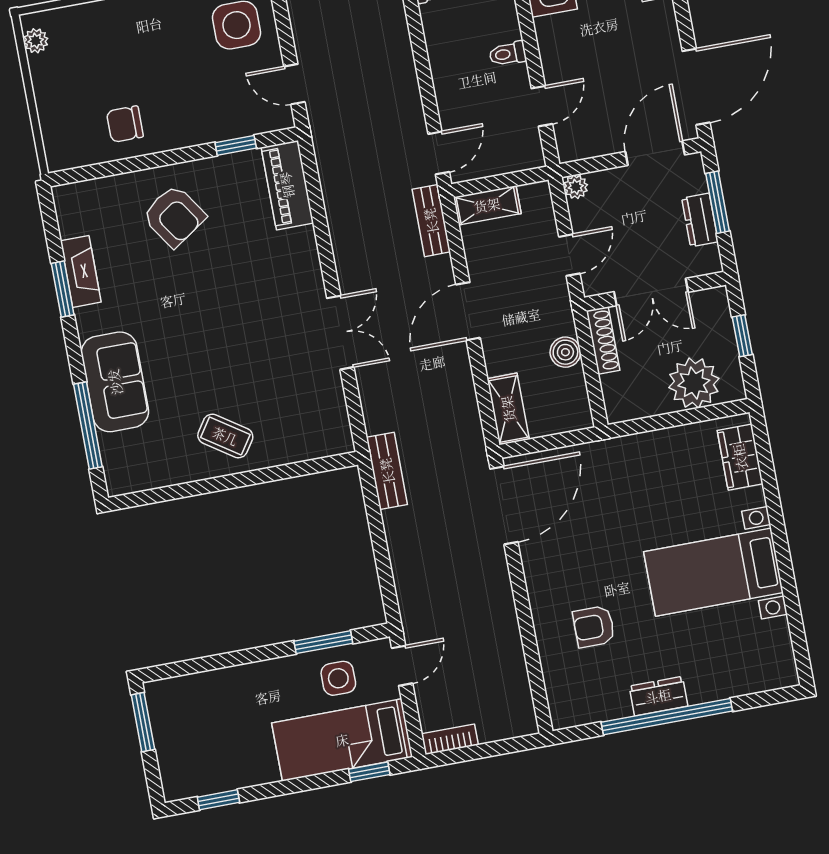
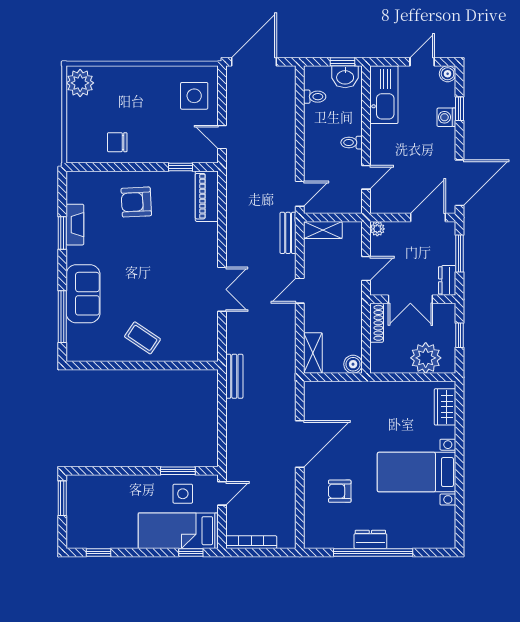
plant: (36, 41) -> (80, 83), width x1.87, depth x1.87
armchair: (174, 216) -> (136, 202), turned 121
dresser: (700, 220) -> (447, 280), moved
door: (468, 311) -> (300, 291), width x0.73
boiler: (565, 352) -> (353, 364), moved
door: (504, 505) -> (300, 444), moved
bookcase: (450, 739) -> (251, 542), width x1.56

